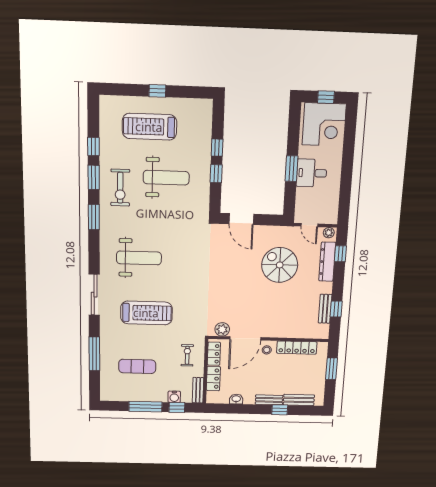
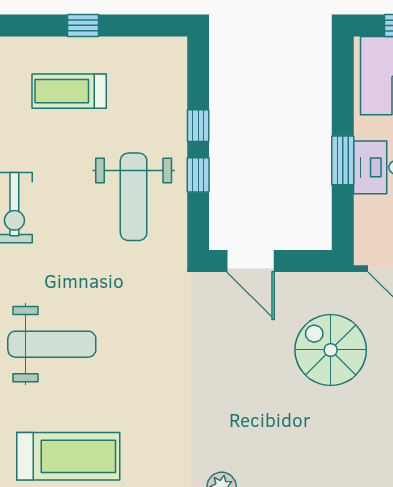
treadmill: (149, 127) -> (69, 91), width x0.73, depth x0.73
weight bench: (166, 178) -> (134, 197), moved, turned 90

